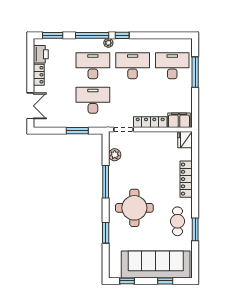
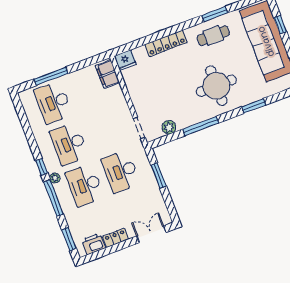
locker: (150, 122) -> (121, 103), removed

